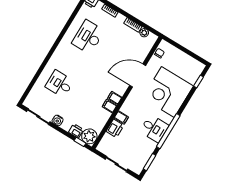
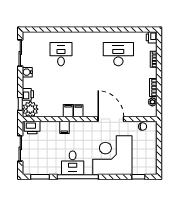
printer: (115, 128) -> (32, 128), moved

